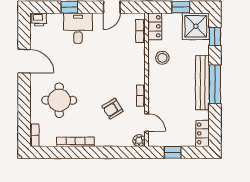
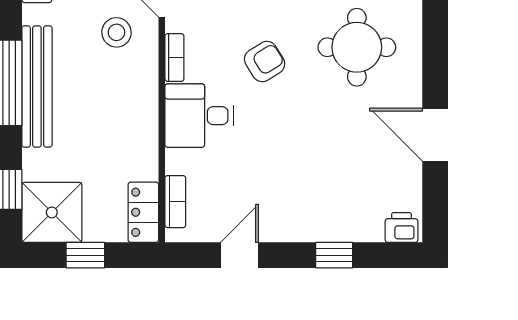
desk: (78, 28) -> (199, 116), moved, turned 90
stool: (162, 58) -> (116, 32), moved
armchair: (113, 109) -> (265, 62), moved

